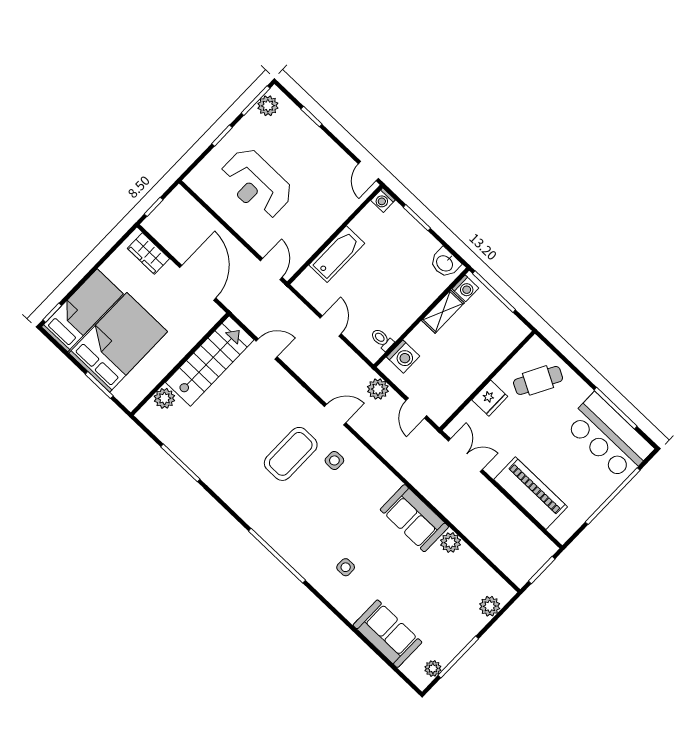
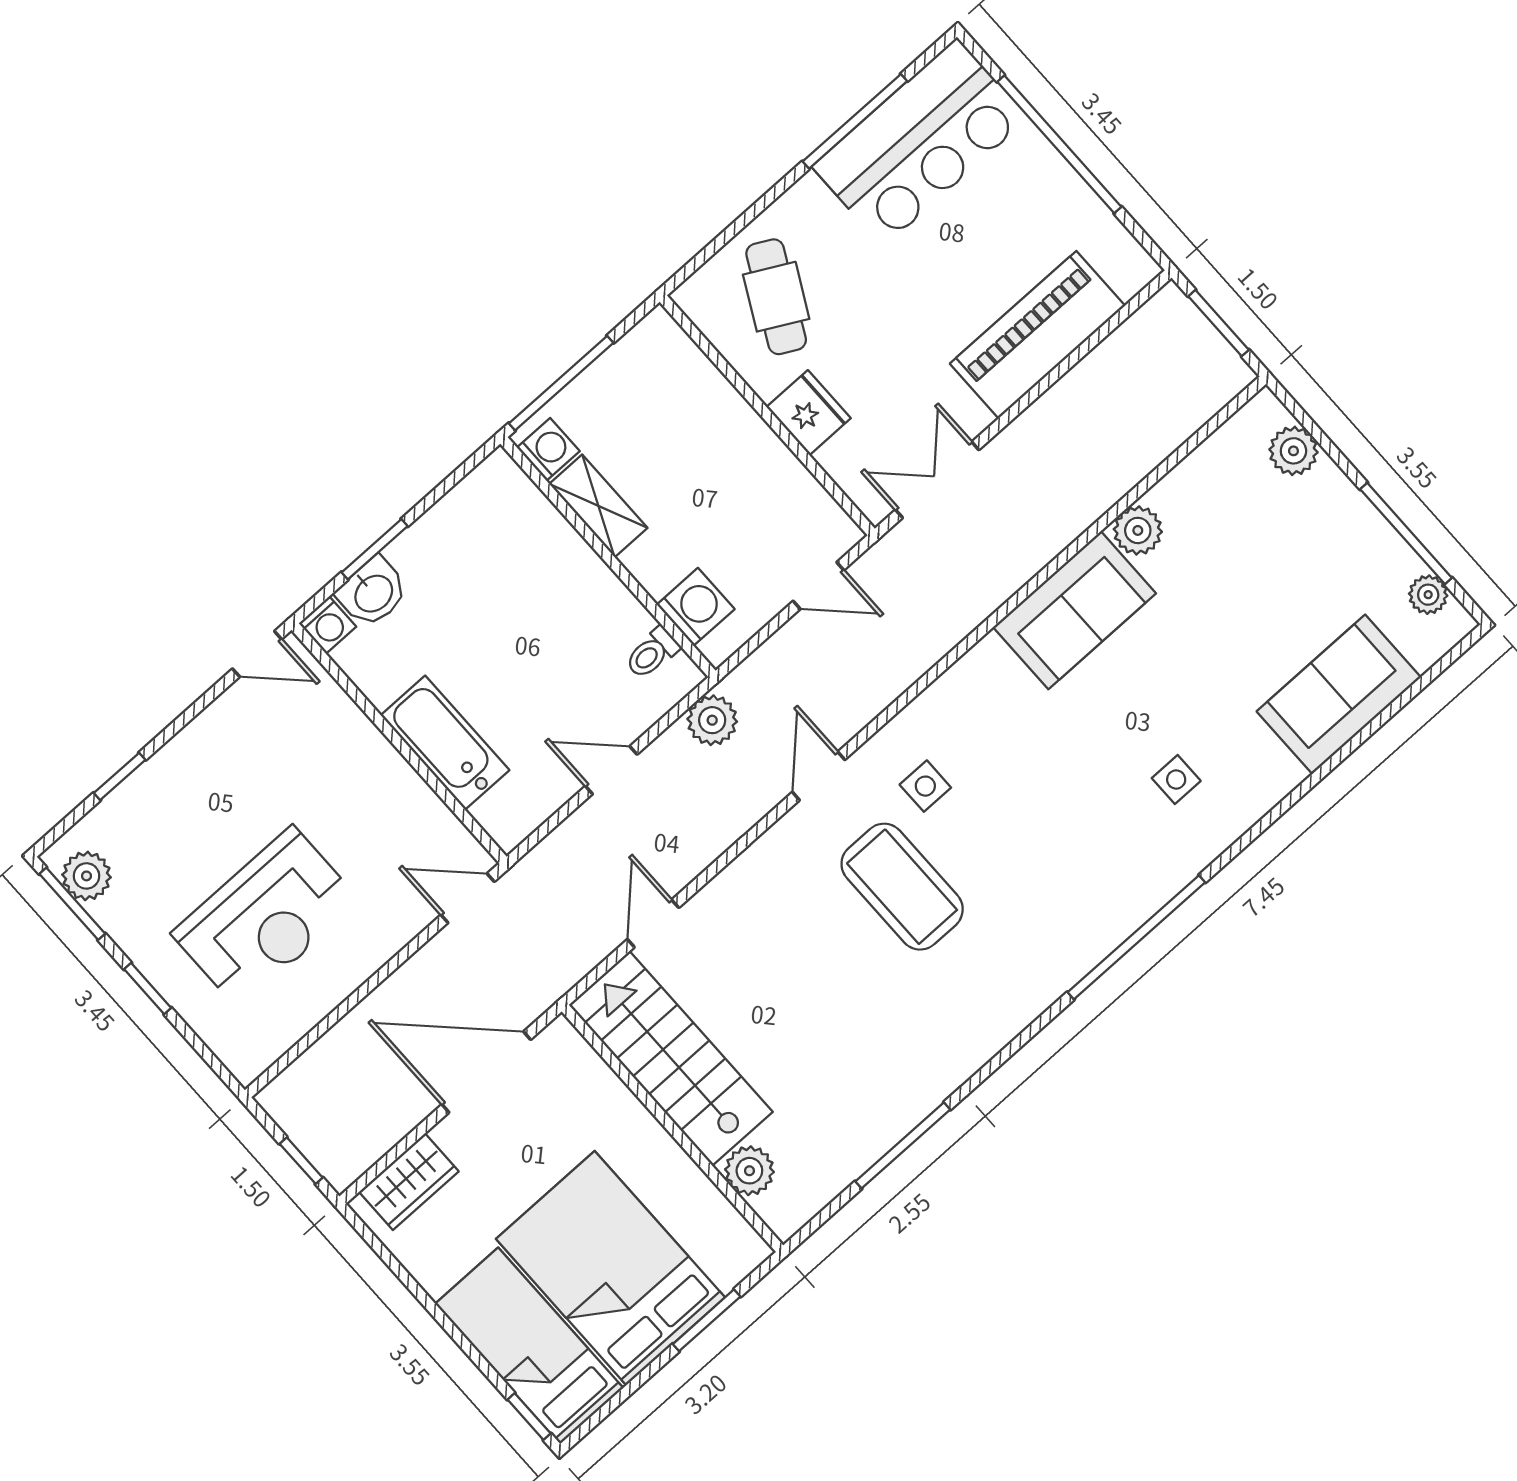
washbasin: (445, 263) -> (373, 592), moved
plant: (378, 389) -> (712, 720), moved

